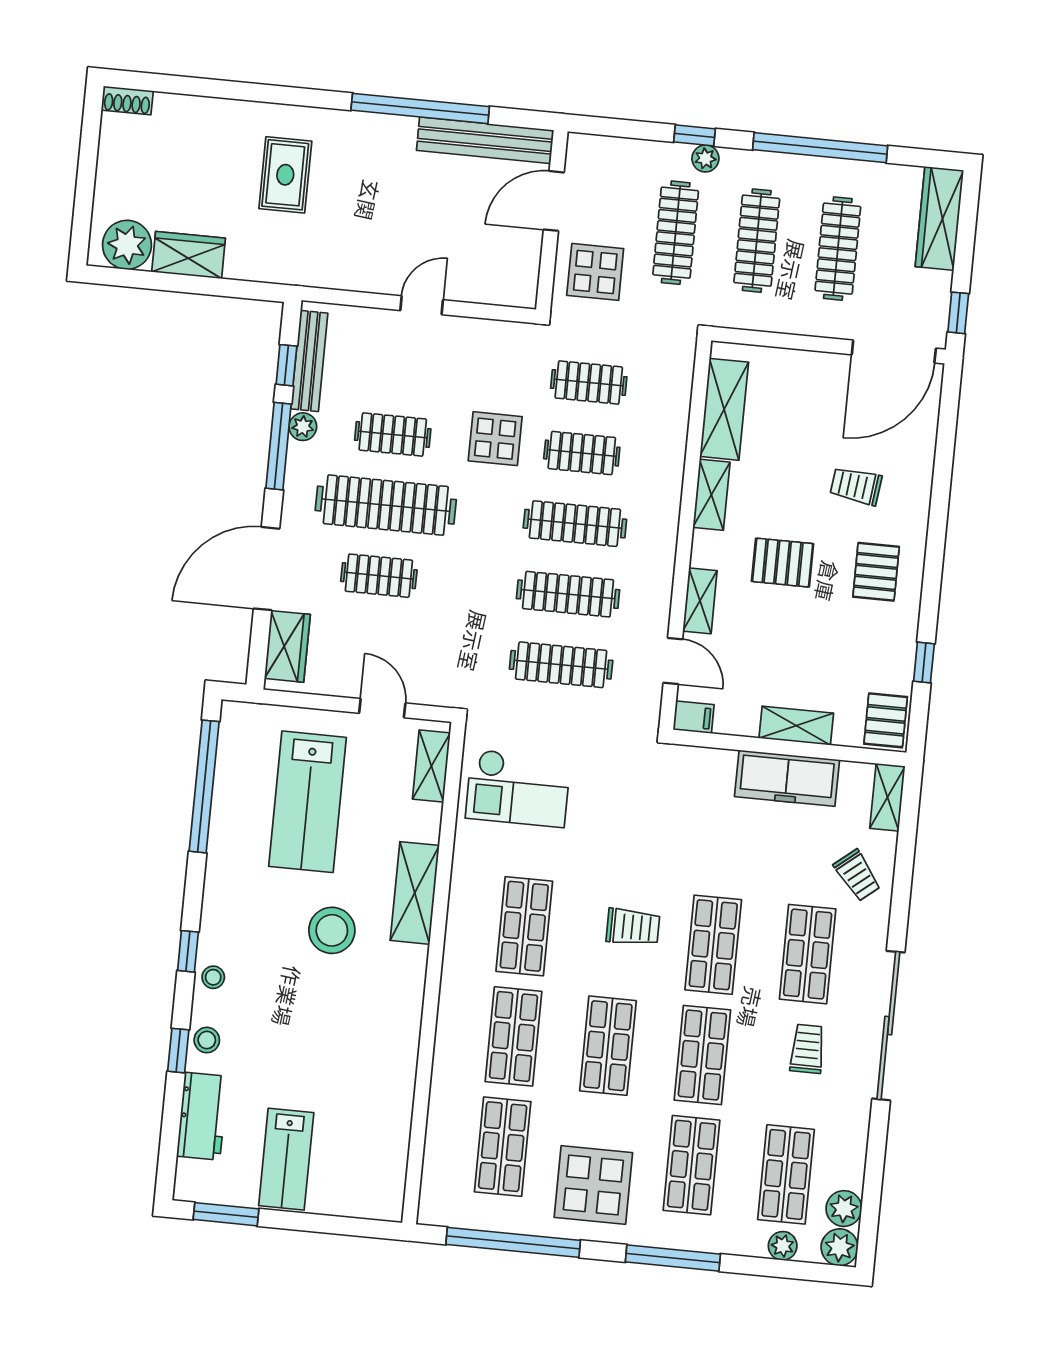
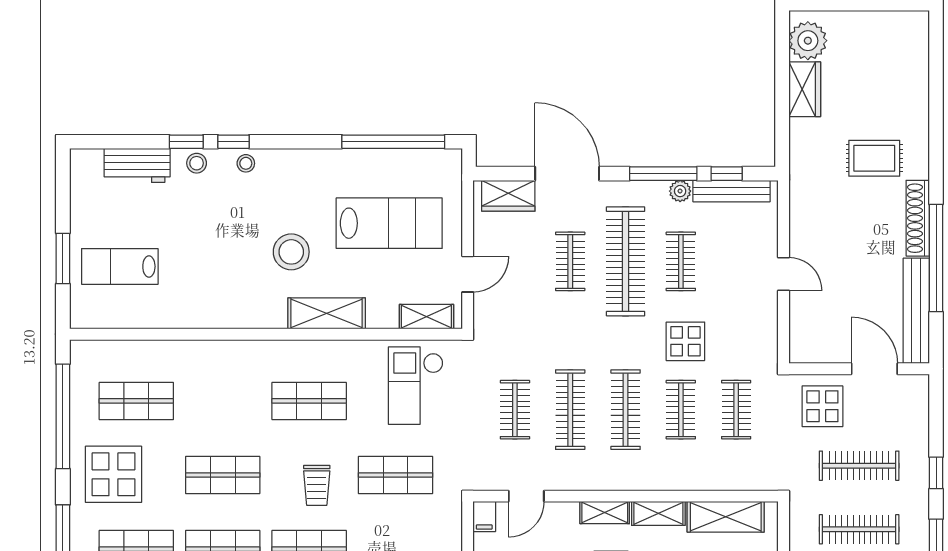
shoe rack: (127, 100) -> (918, 218), moved, width x1.94, depth x1.24
plant: (705, 159) -> (919, 483), removed
shelving: (700, 601) -> (605, 513), moved
clothes rail: (561, 665) -> (515, 410), width x0.73
lab bench: (307, 802) -> (389, 223), turned 180
window: (188, 951) -> (234, 142), moved
shop shelf: (513, 1036) -> (395, 475), moved
lab bench: (286, 1159) -> (120, 266), moved
window: (226, 1214) -> (63, 259), moved

